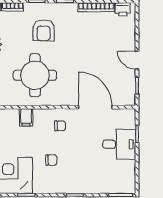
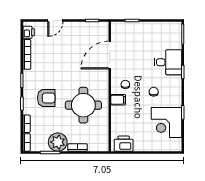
door: (137, 60) -> (55, 21), moved
filing cabinet: (26, 117) -> (118, 100), moved
desk: (119, 144) -> (168, 62), moved, turned 90

